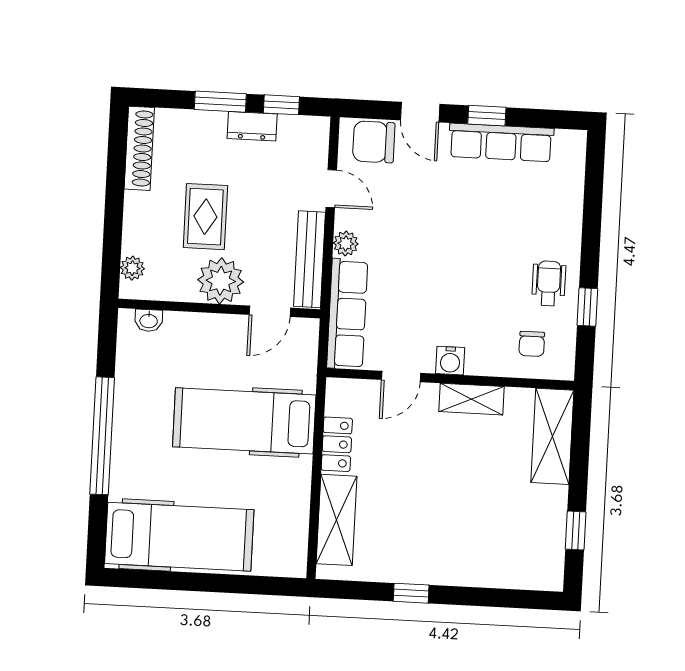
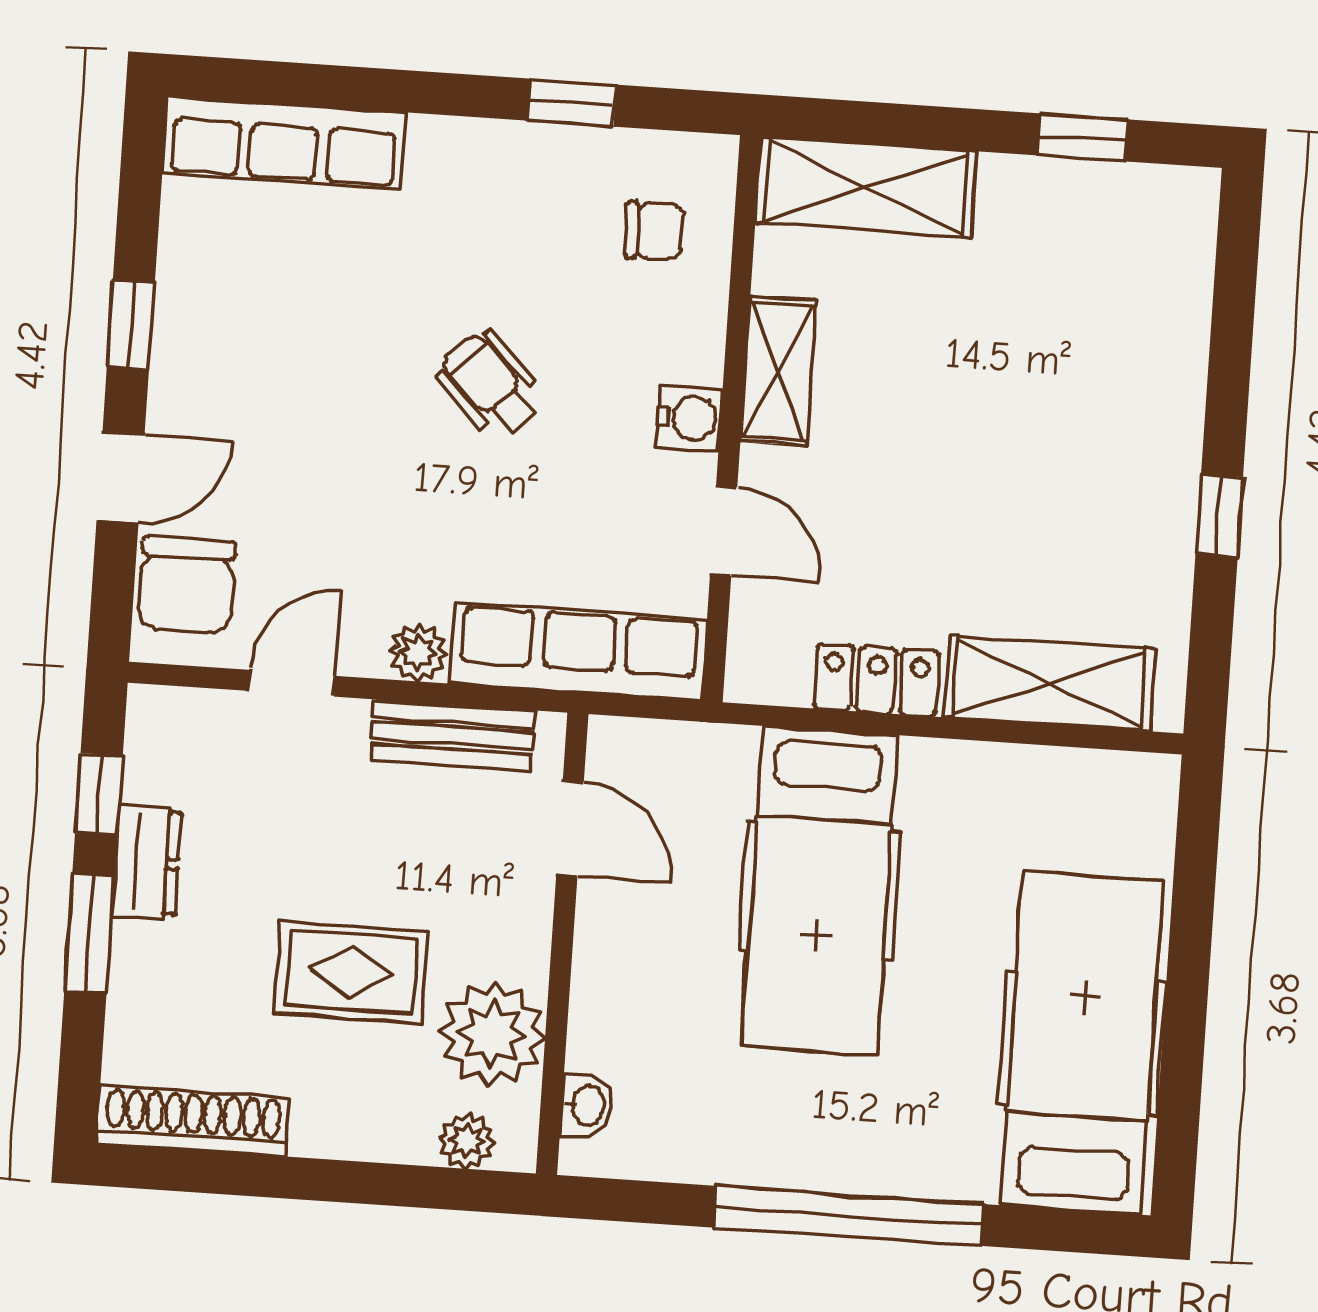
row of seats: (501, 142) -> (284, 143), moved, turned 90
bench: (310, 259) -> (453, 736), width x0.73
plant: (221, 281) -> (492, 1034), moved
wheelchair: (549, 283) -> (491, 385), moved, turned 45

